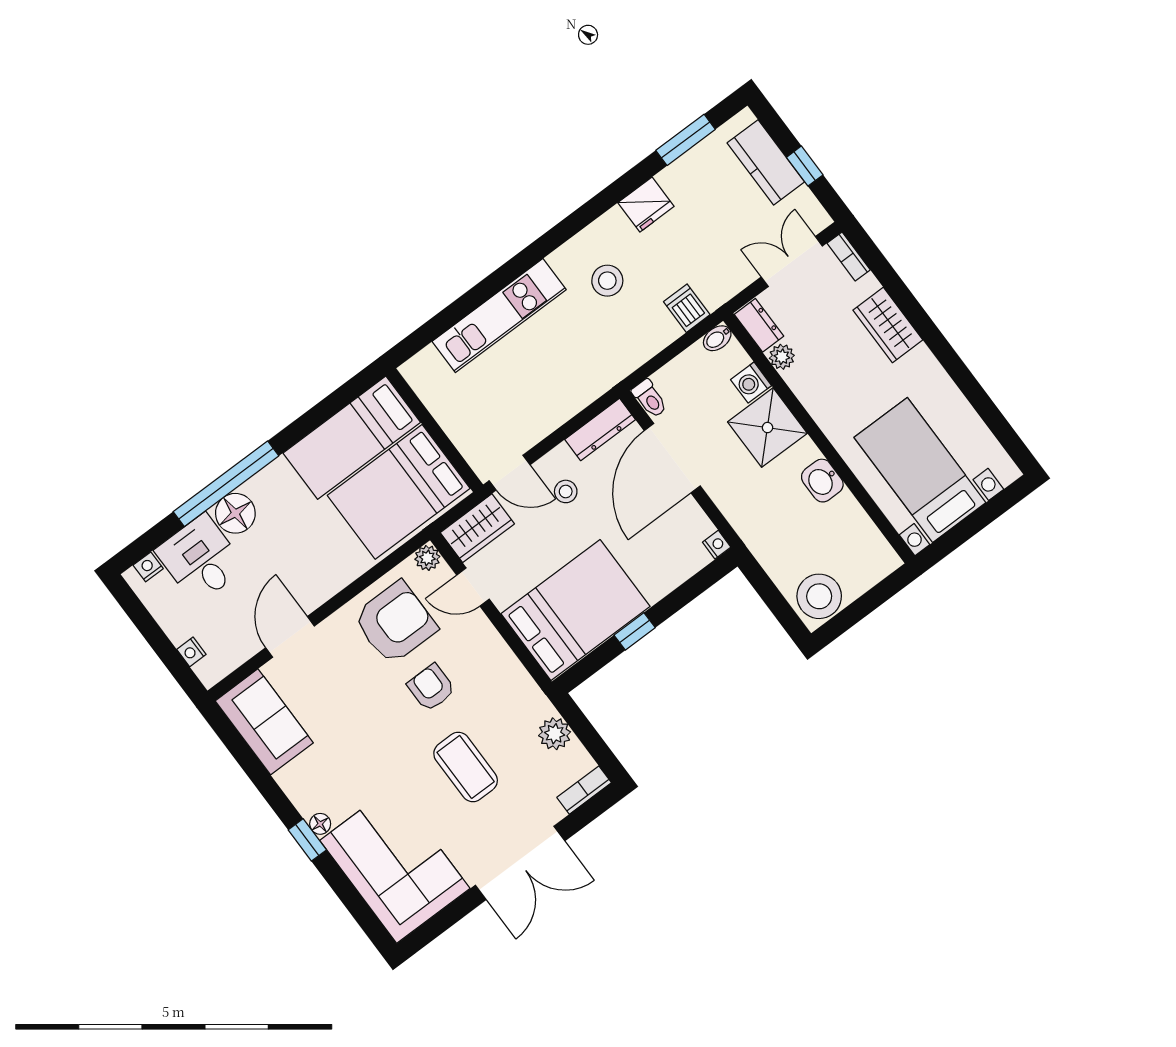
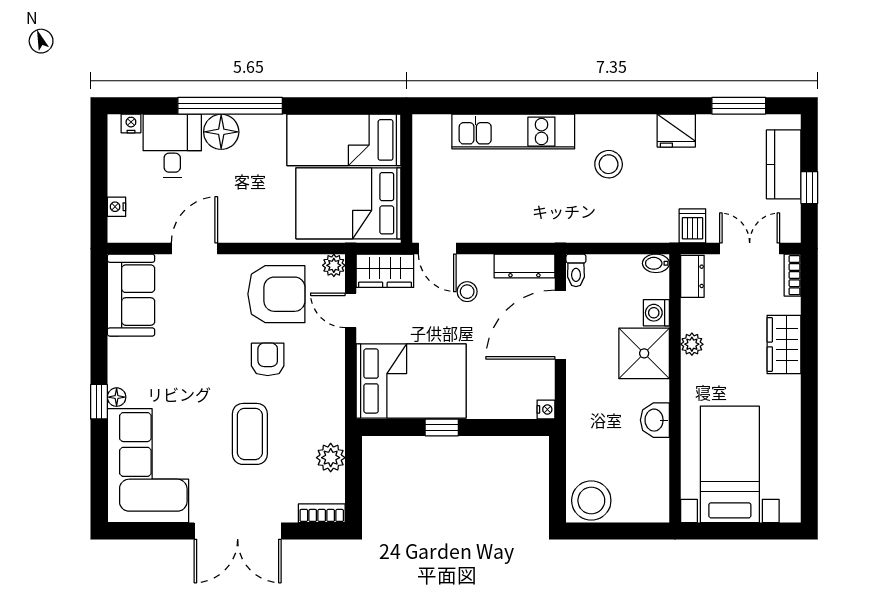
dishwasher: (687, 308) -> (692, 226), moved
plant: (782, 357) -> (692, 344), moved

